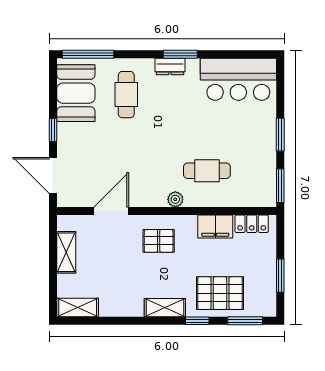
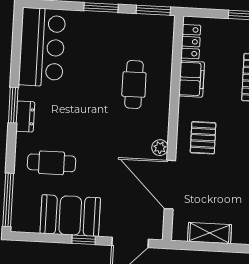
booth: (76, 93) -> (70, 216), moved
plant: (175, 199) -> (160, 148), moved
door: (111, 211) -> (170, 185), width x1.36

